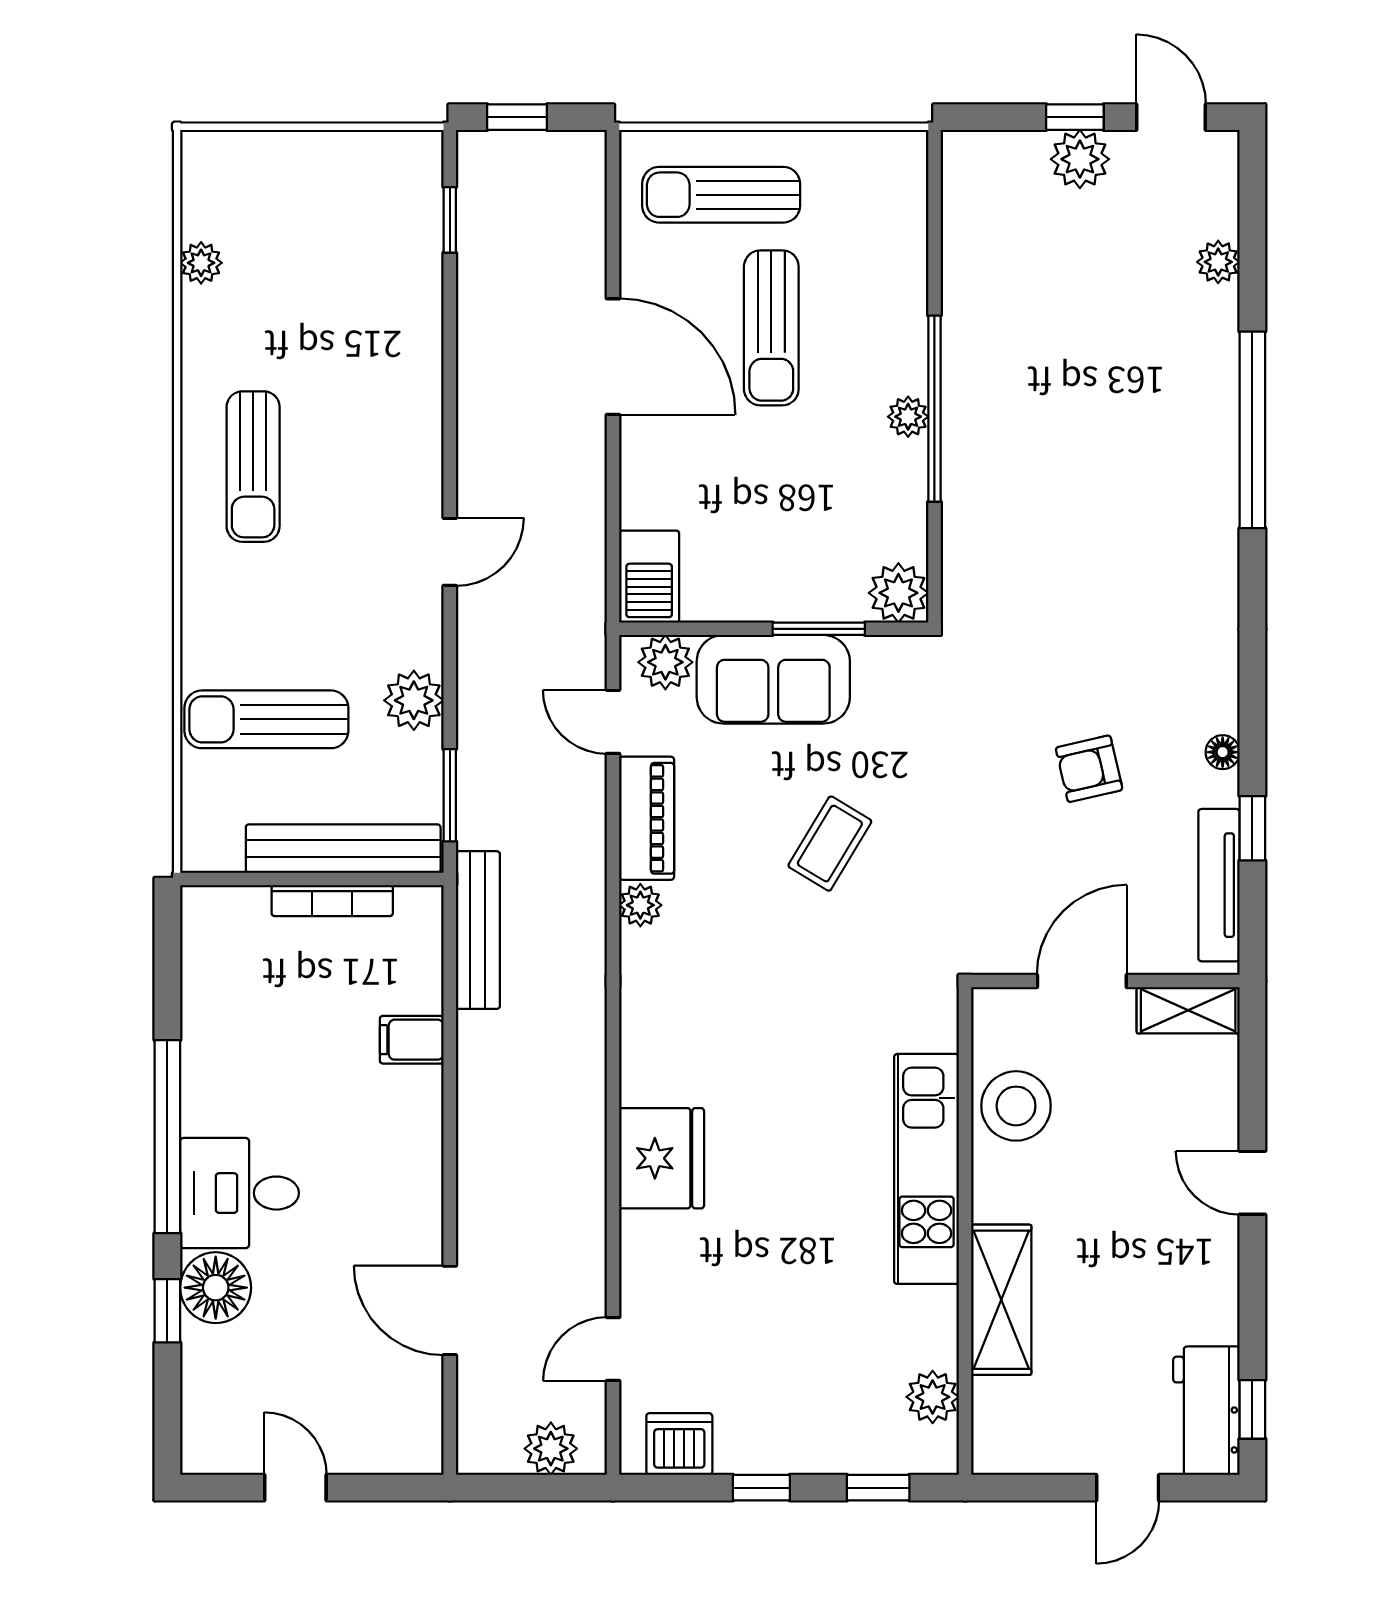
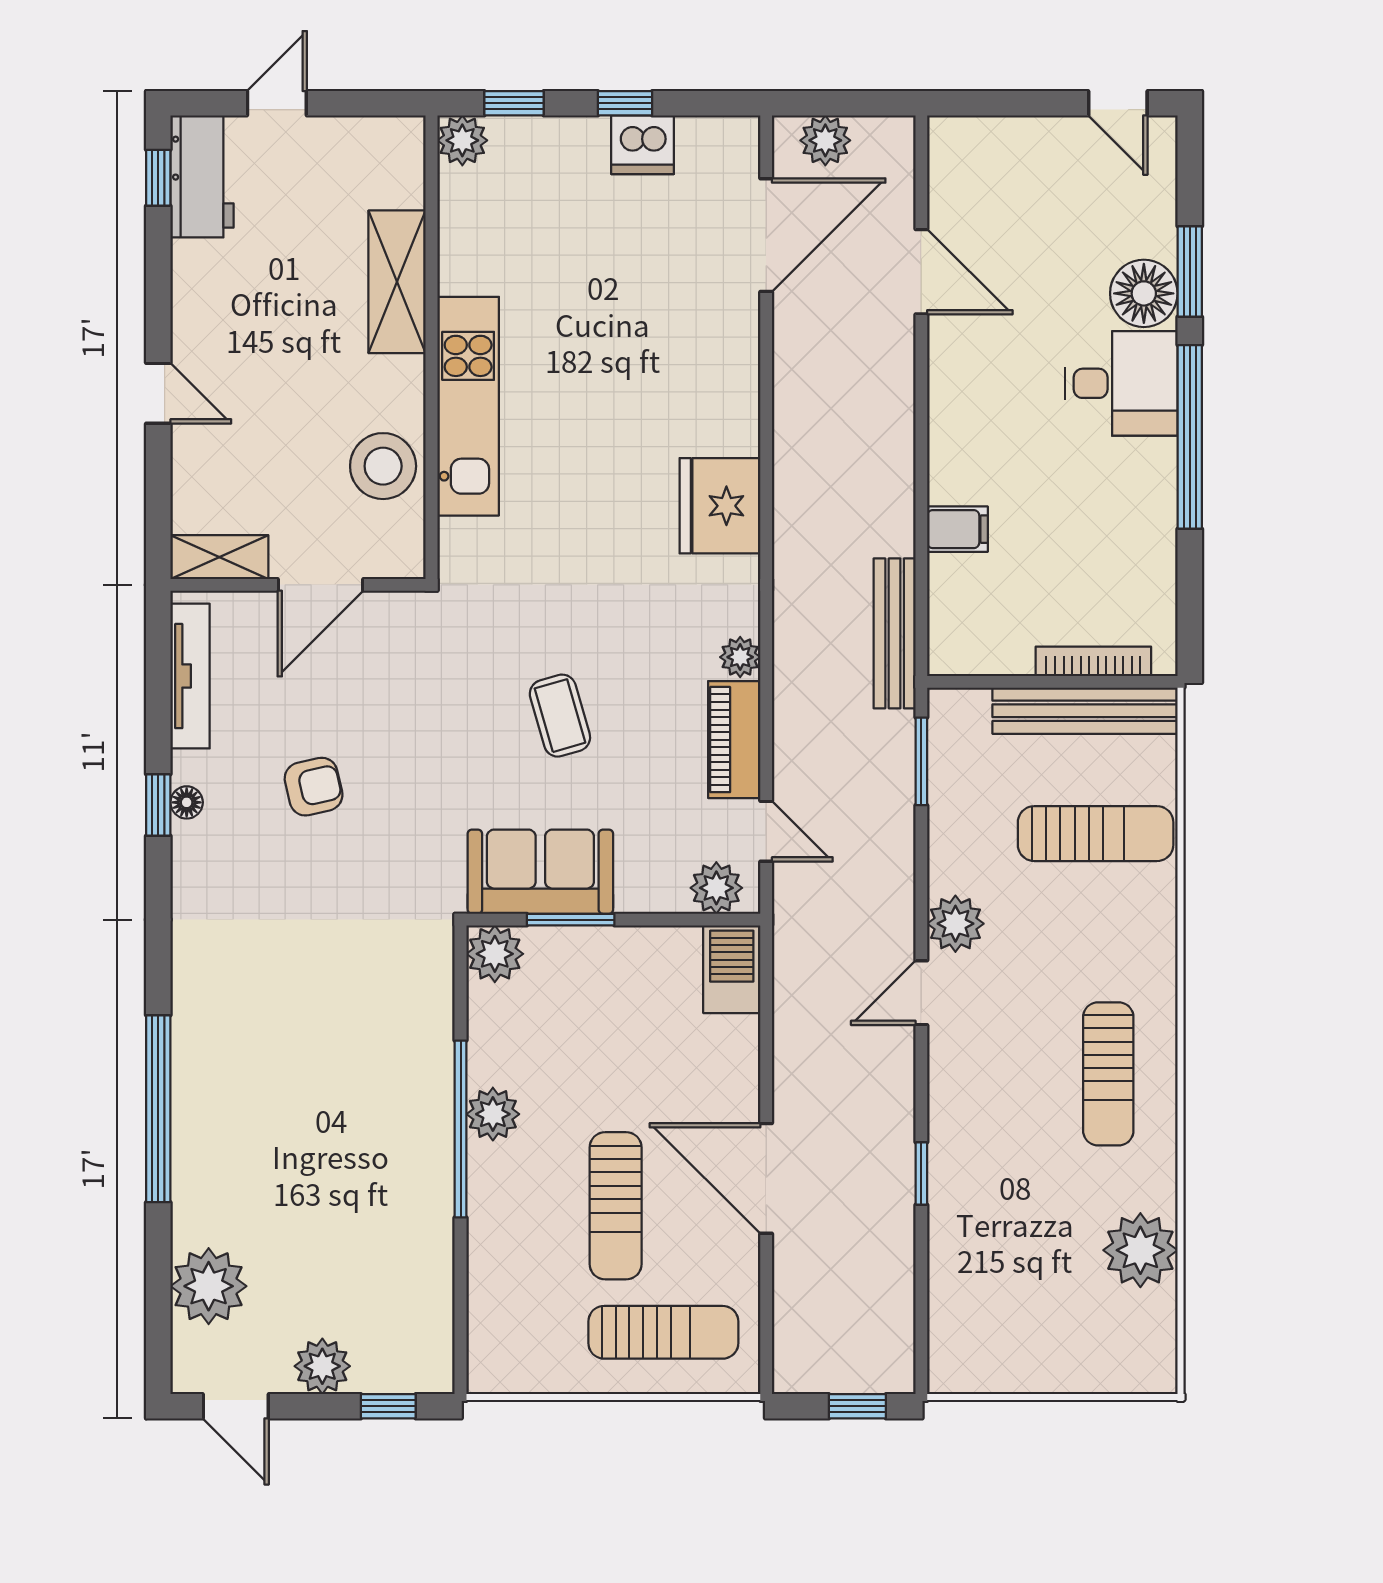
window: (1075, 117) -> (388, 1406), moved
window: (450, 220) -> (921, 1173), moved
plant: (1218, 262) -> (209, 1286), width x1.88, depth x1.88
plant: (201, 263) -> (1140, 1250), width x1.87, depth x1.87
sun lounger: (771, 328) -> (616, 1206), turned 180
plant: (908, 417) -> (493, 1114), width x1.38, depth x1.38
sun lounger: (253, 467) -> (1108, 1074), turned 180
sofa: (773, 679) -> (540, 872), moved
plant: (414, 700) -> (955, 924), moved
window: (1252, 828) -> (158, 805), moved
coffee table: (830, 844) -> (560, 716), turned -47
bench: (343, 849) -> (1085, 711), moved
bookcase: (332, 901) -> (1093, 661), moved
fridge: (662, 1158) -> (720, 506), moved
window: (167, 1311) -> (1190, 271), width x1.50
door: (613, 1349) -> (766, 235), width x1.87
plant: (933, 1397) -> (462, 140), moved
dishwasher: (679, 1444) -> (643, 145), moved
door: (295, 1488) -> (1118, 103), moved

